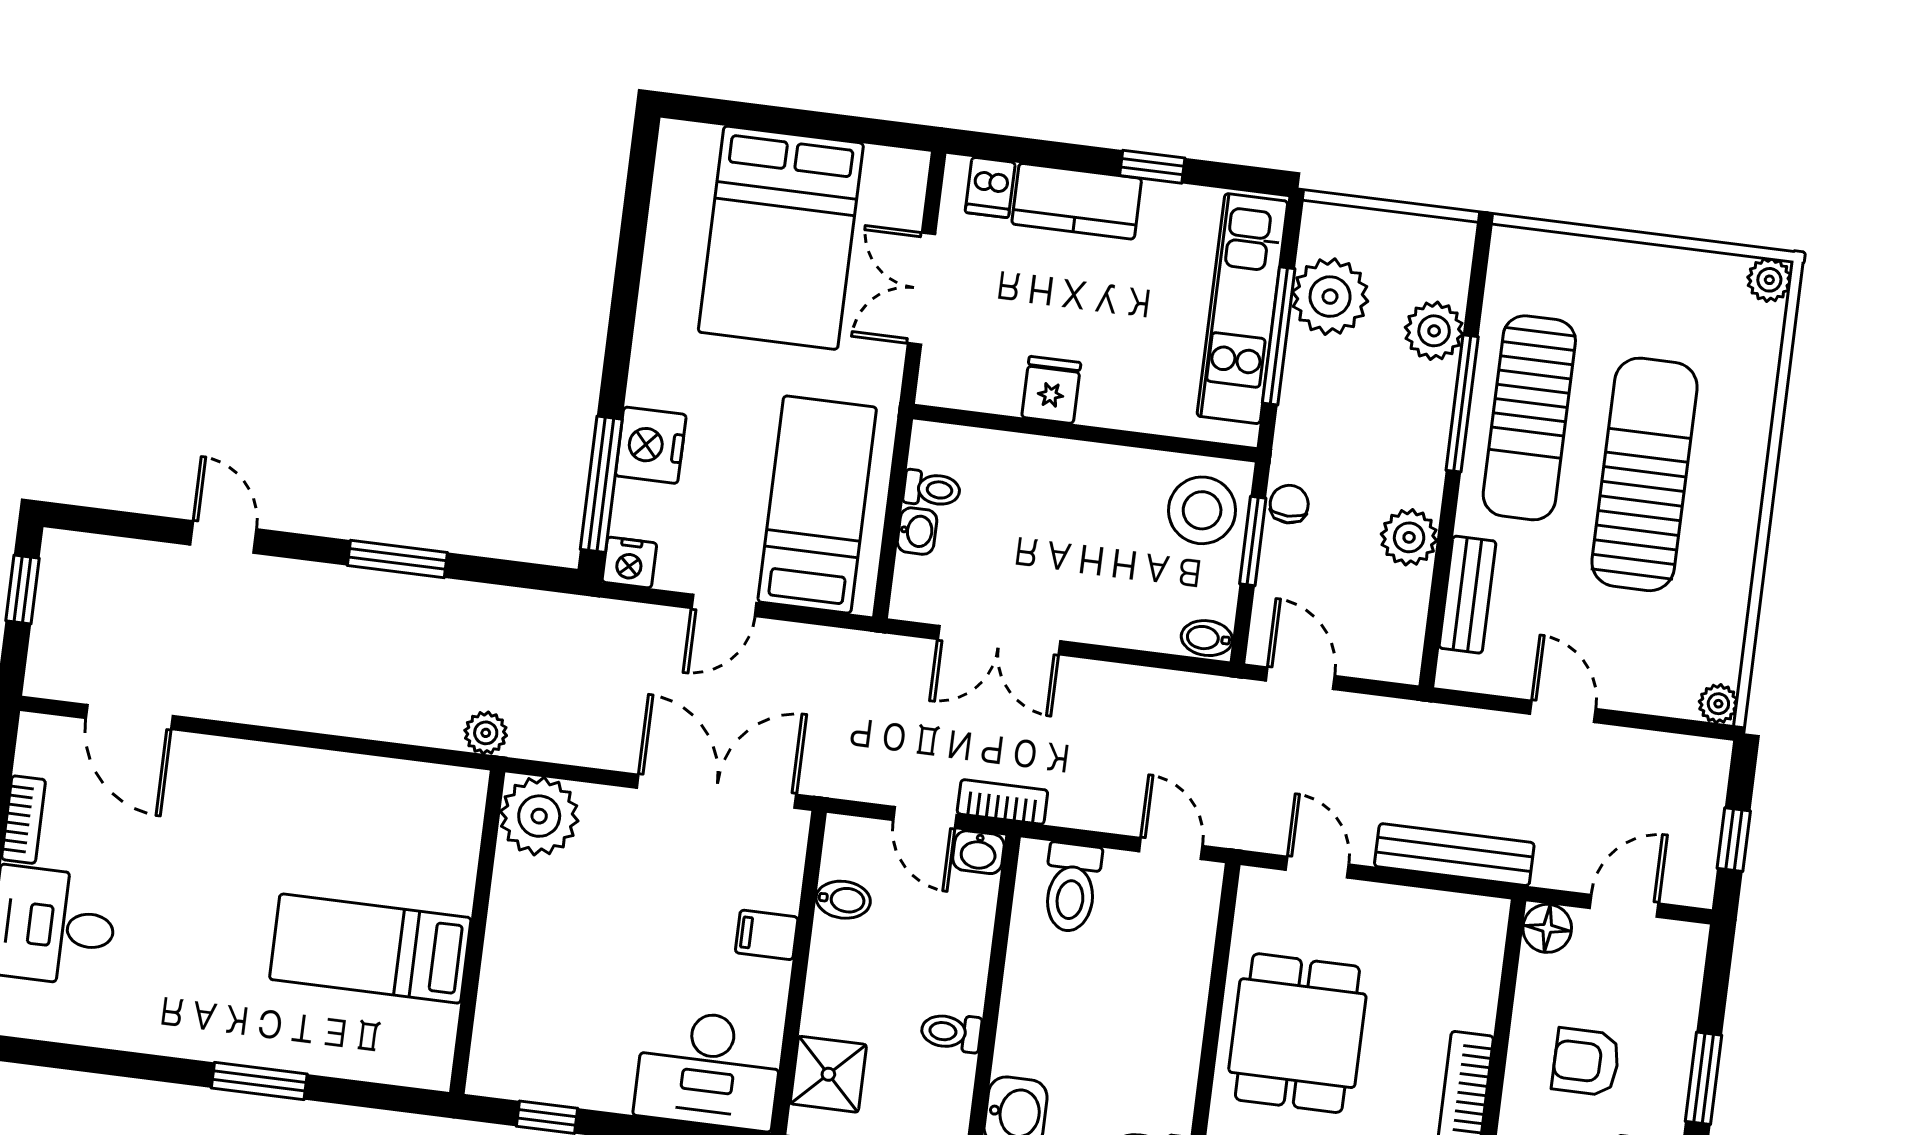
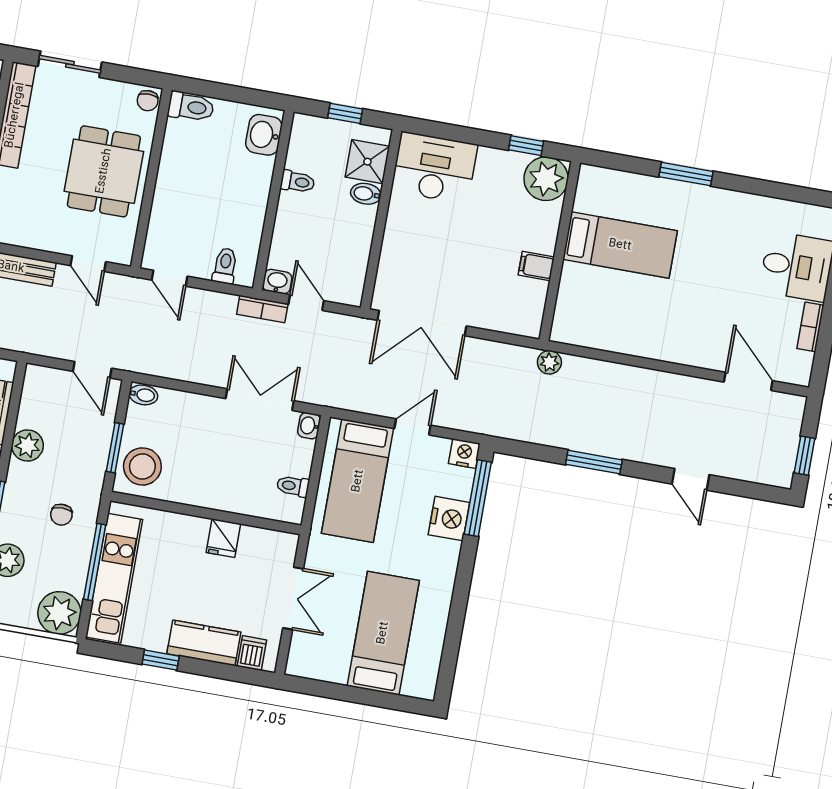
bed: (781, 238) -> (383, 633), width x0.67
plant: (1330, 297) -> (59, 613), moved
chair: (1289, 504) -> (61, 515), moved
washbasin: (917, 531) -> (309, 426), moved
plant: (539, 816) -> (546, 179), moved
toilet: (1071, 888) -> (225, 266), width x0.73, depth x0.72
bidet: (843, 900) -> (366, 194), moved
filing cabinet: (767, 935) -> (536, 266), moved, turned 180

